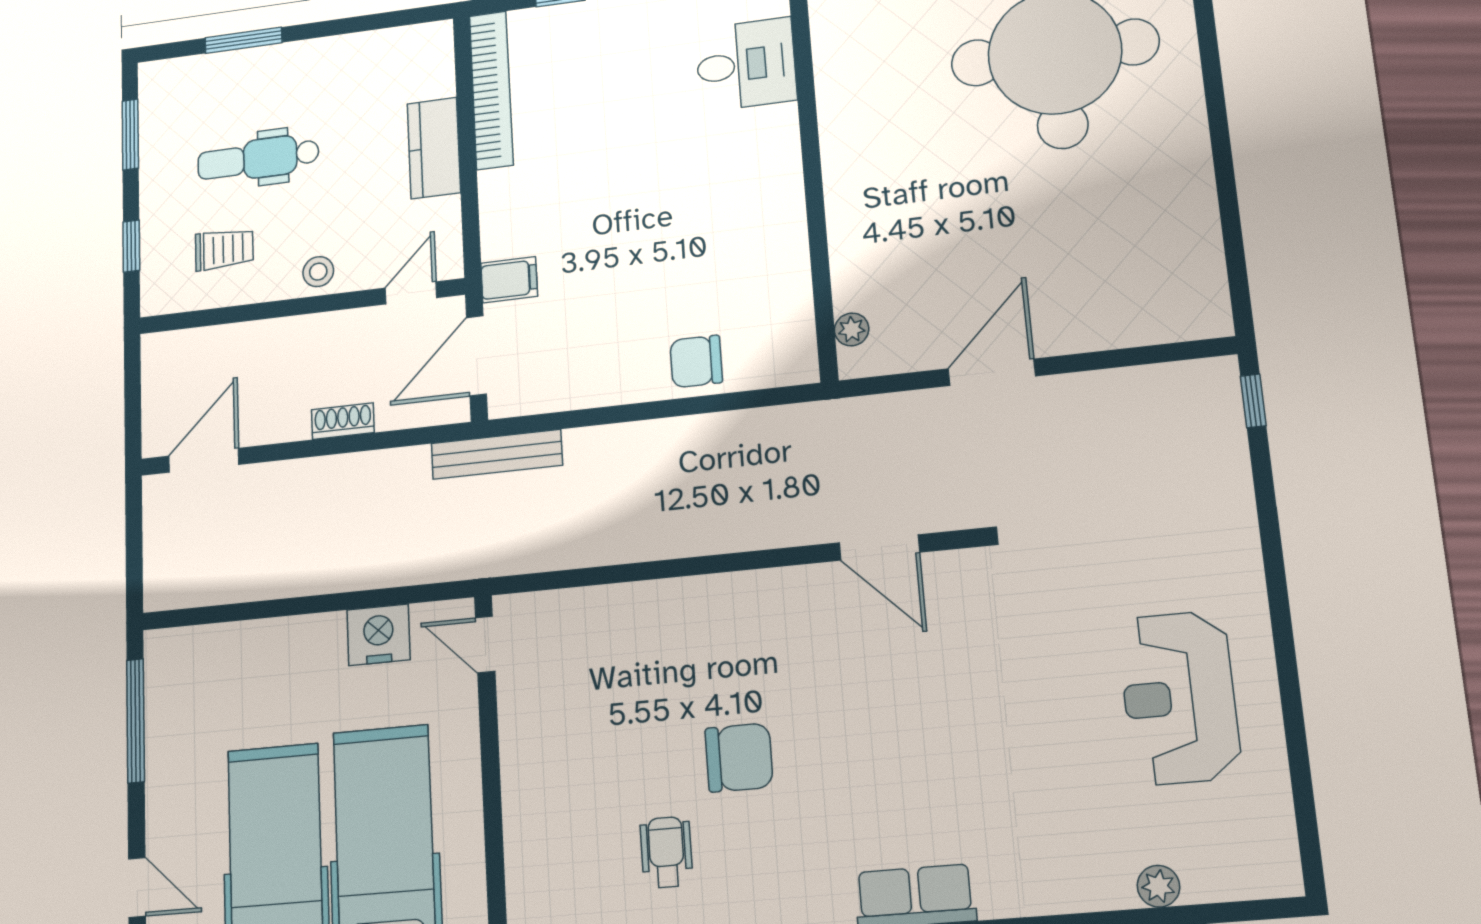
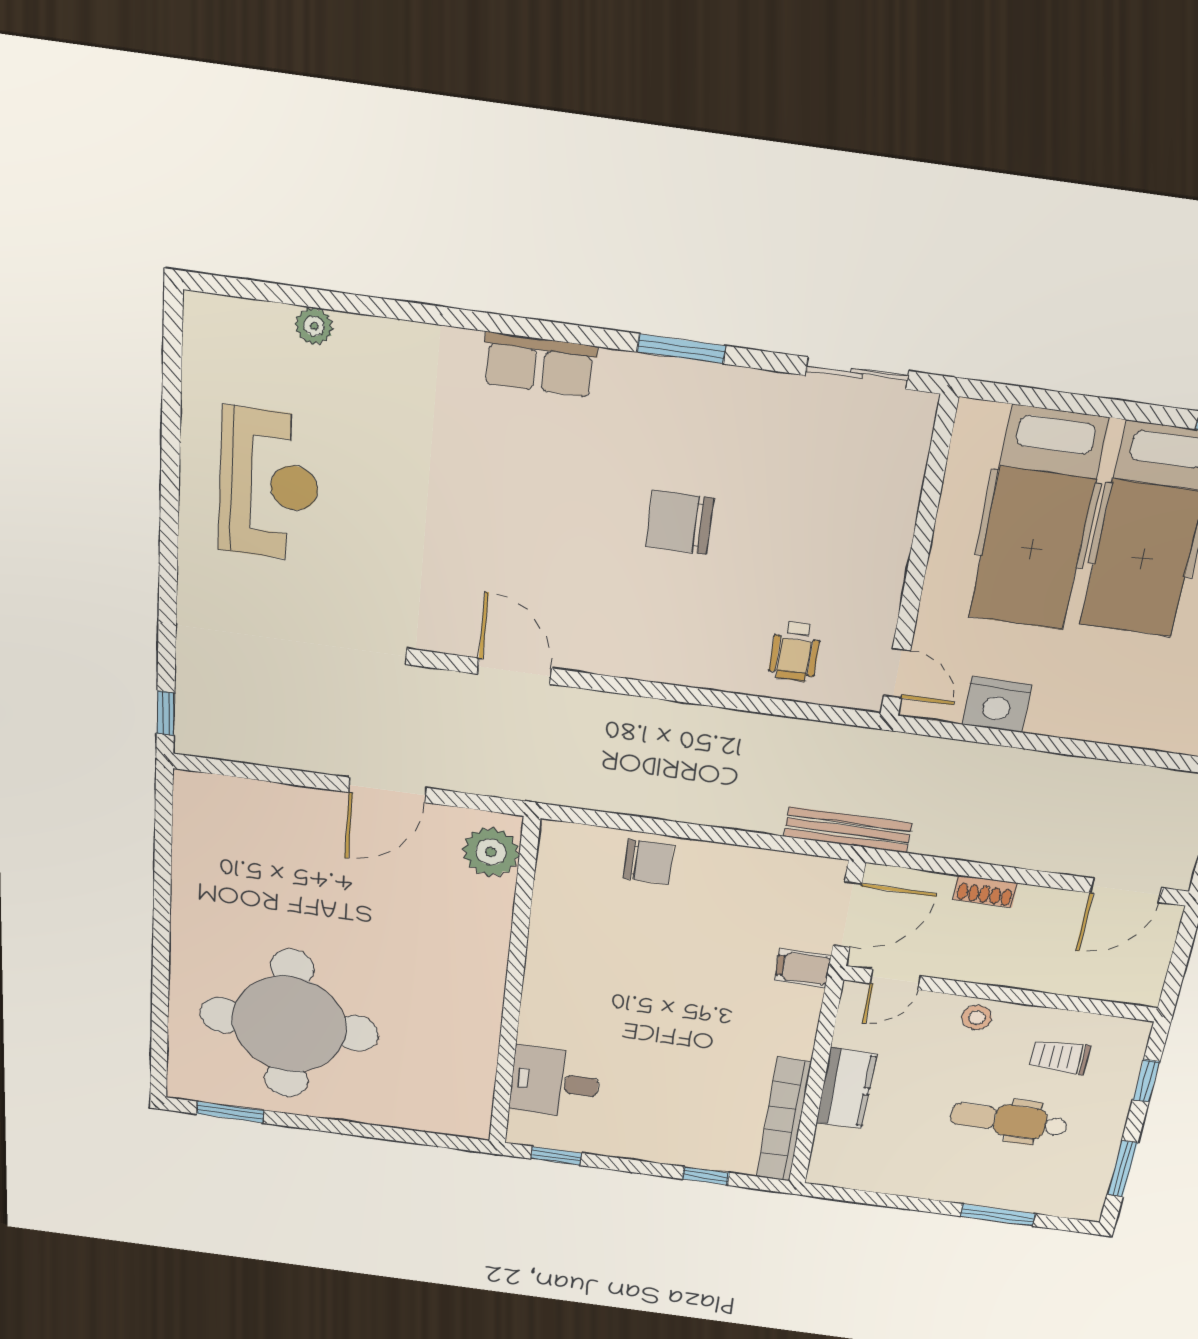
dental chair: (258, 159) -> (1009, 1120), turned 180
plant: (852, 329) -> (491, 852), width x1.88, depth x1.88
wheelchair: (666, 852) -> (795, 651), moved

